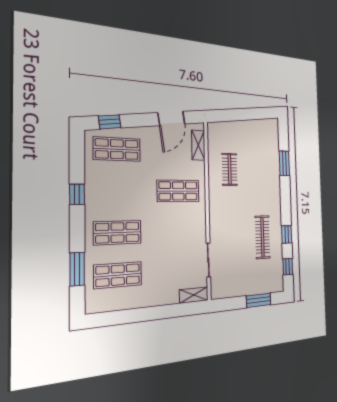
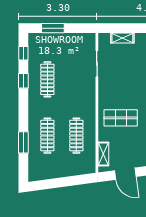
door: (171, 118) -> (125, 174), swing flipped
clothes rail: (230, 169) -> (76, 136), width x1.36
clothes rail: (261, 170) -> (47, 136), added
shelving: (194, 295) -> (122, 38), moved

